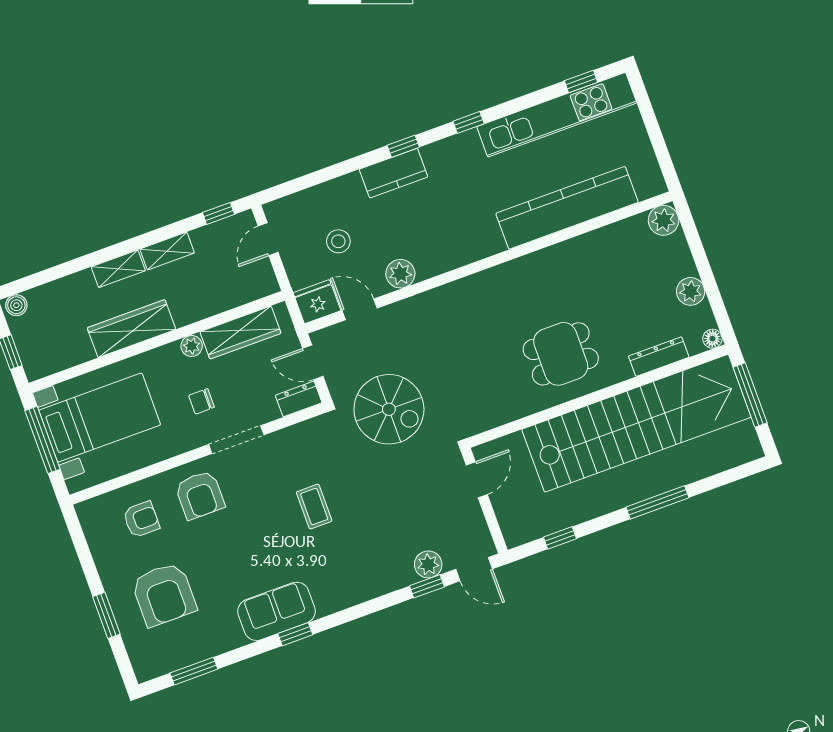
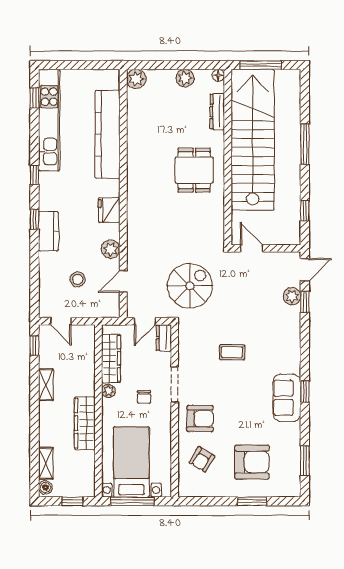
shelving: (118, 269) -> (46, 463), moved
fridge: (317, 302) -> (109, 210), moved
armchair: (141, 519) -> (202, 459), turned -149

